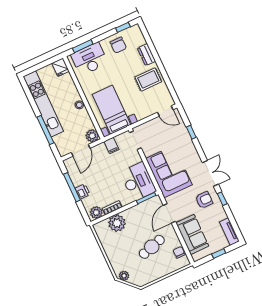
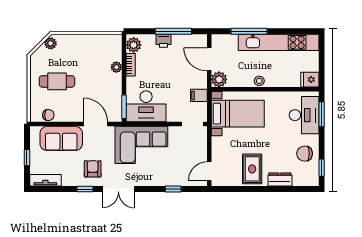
armchair: (204, 200) -> (93, 169), turned 180
plant: (117, 223) -> (116, 67), width x0.53, depth x0.53
cafe table: (152, 247) -> (57, 81), moved, turned -73

